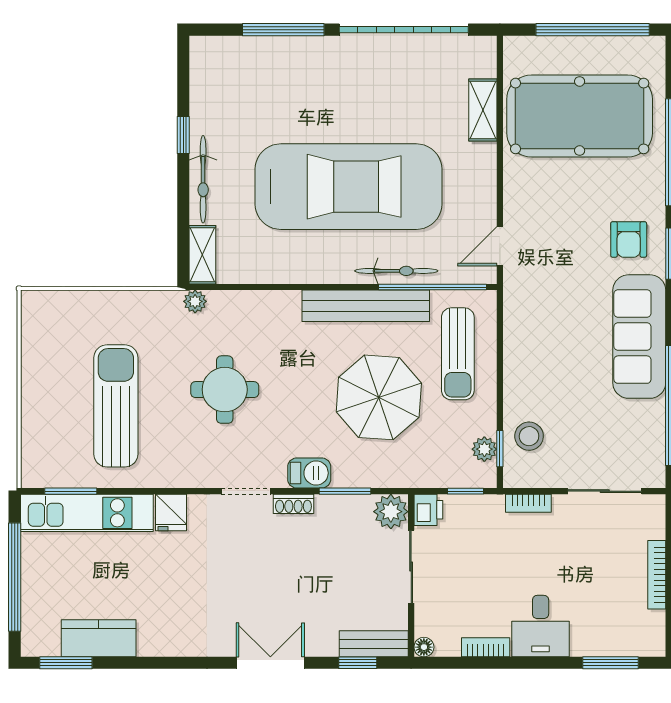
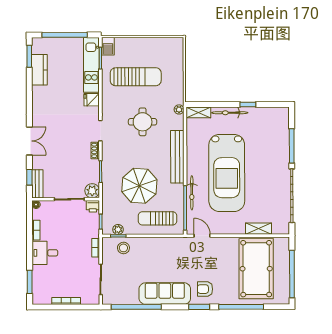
bench: (366, 306) -> (177, 157), moved
barbecue: (309, 473) -> (108, 46), moved

